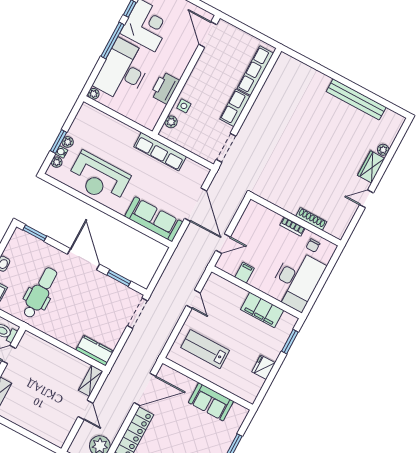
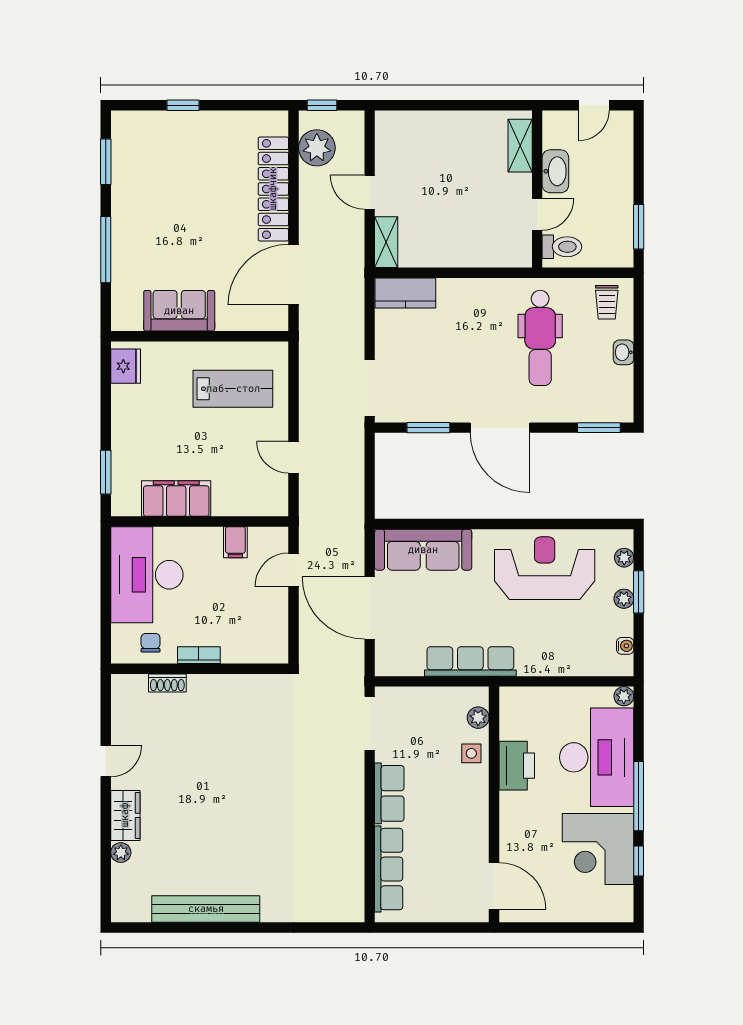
water cooler: (61, 152) -> (625, 646), moved
shoe rack: (311, 219) -> (167, 683), width x0.70
fridge: (263, 367) -> (126, 366), moved

